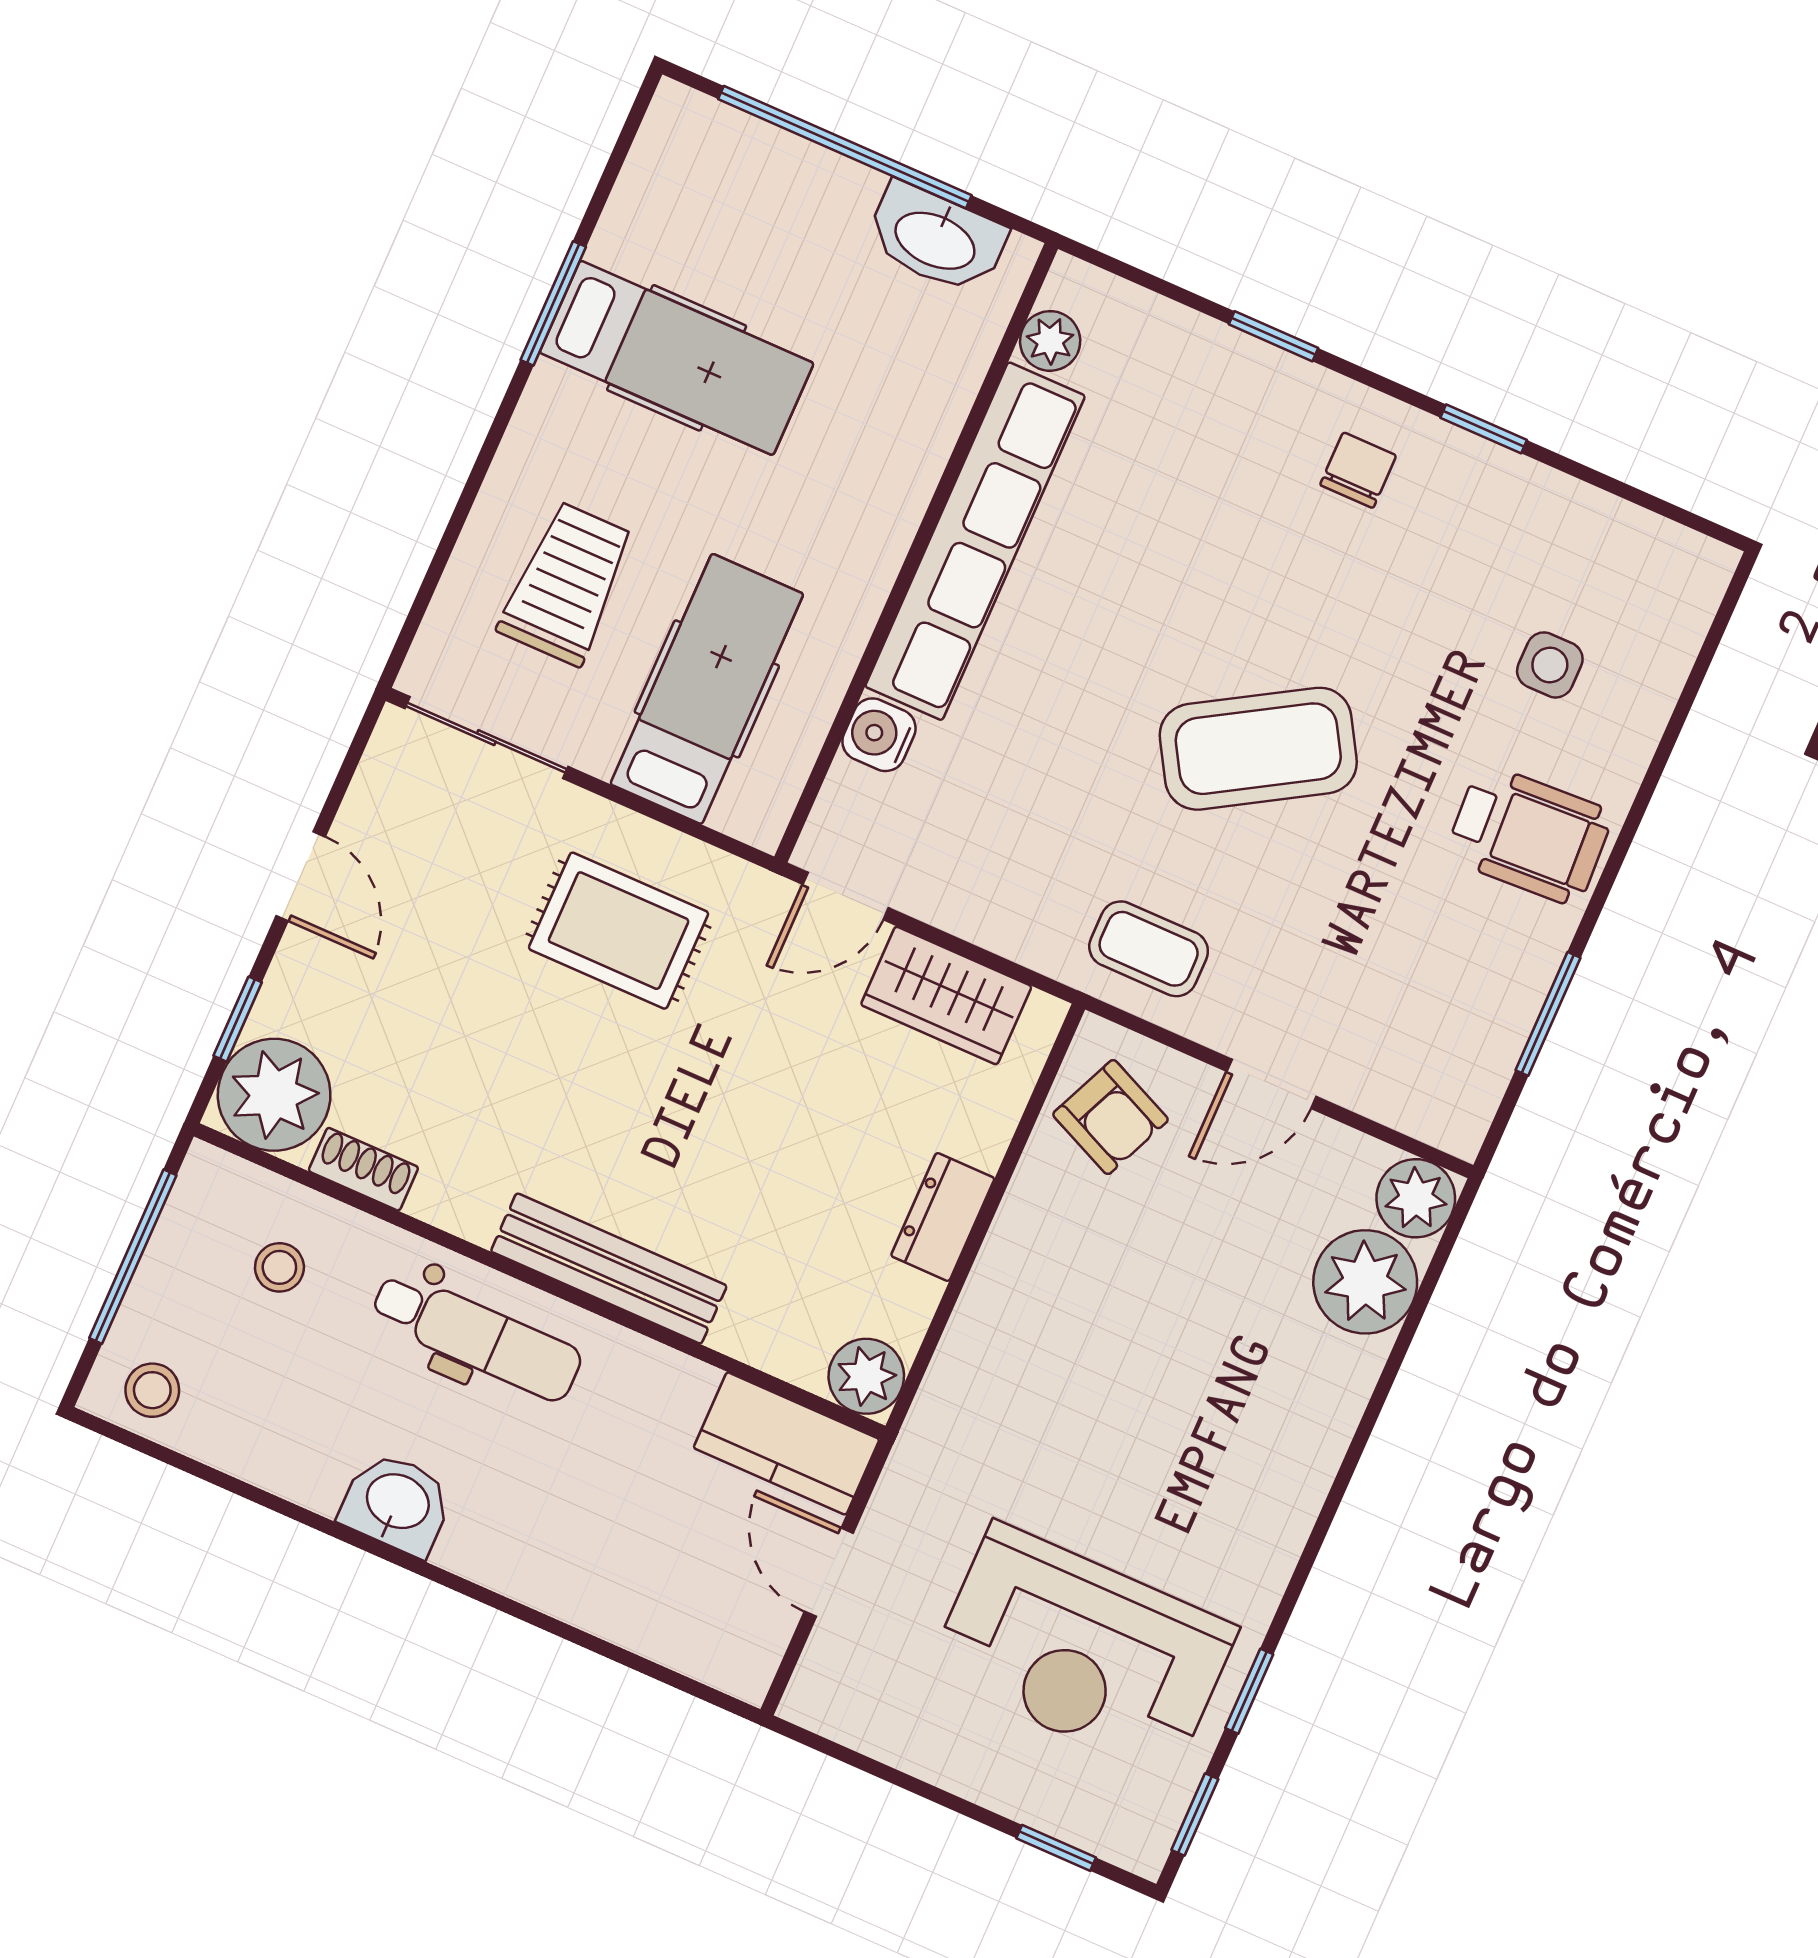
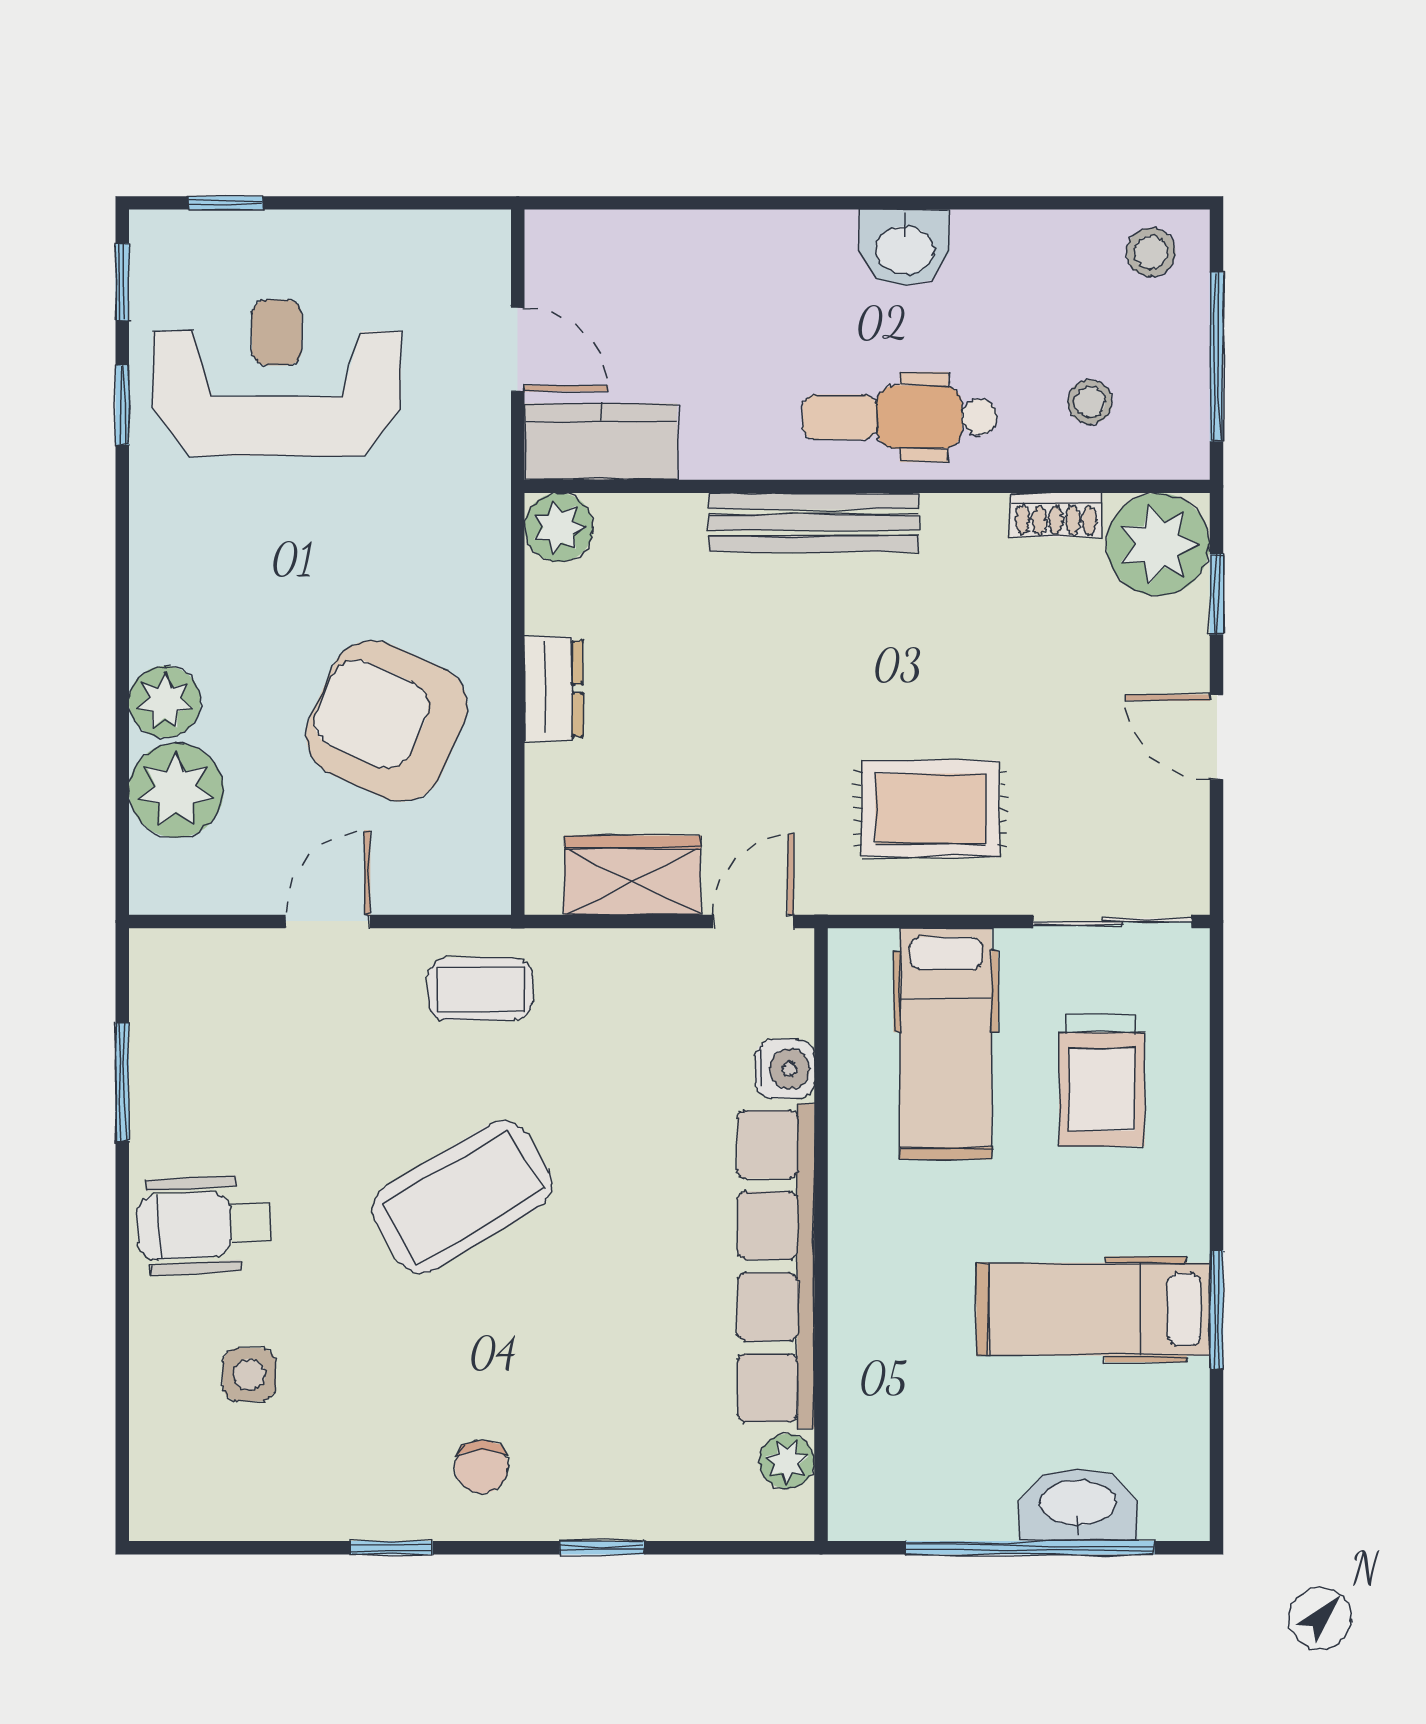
washbasin: (936, 239) -> (1078, 1505), moved
armchair: (1110, 1117) -> (387, 721), moved, width x1.88, depth x1.88
plant: (1416, 1198) -> (165, 702), moved

